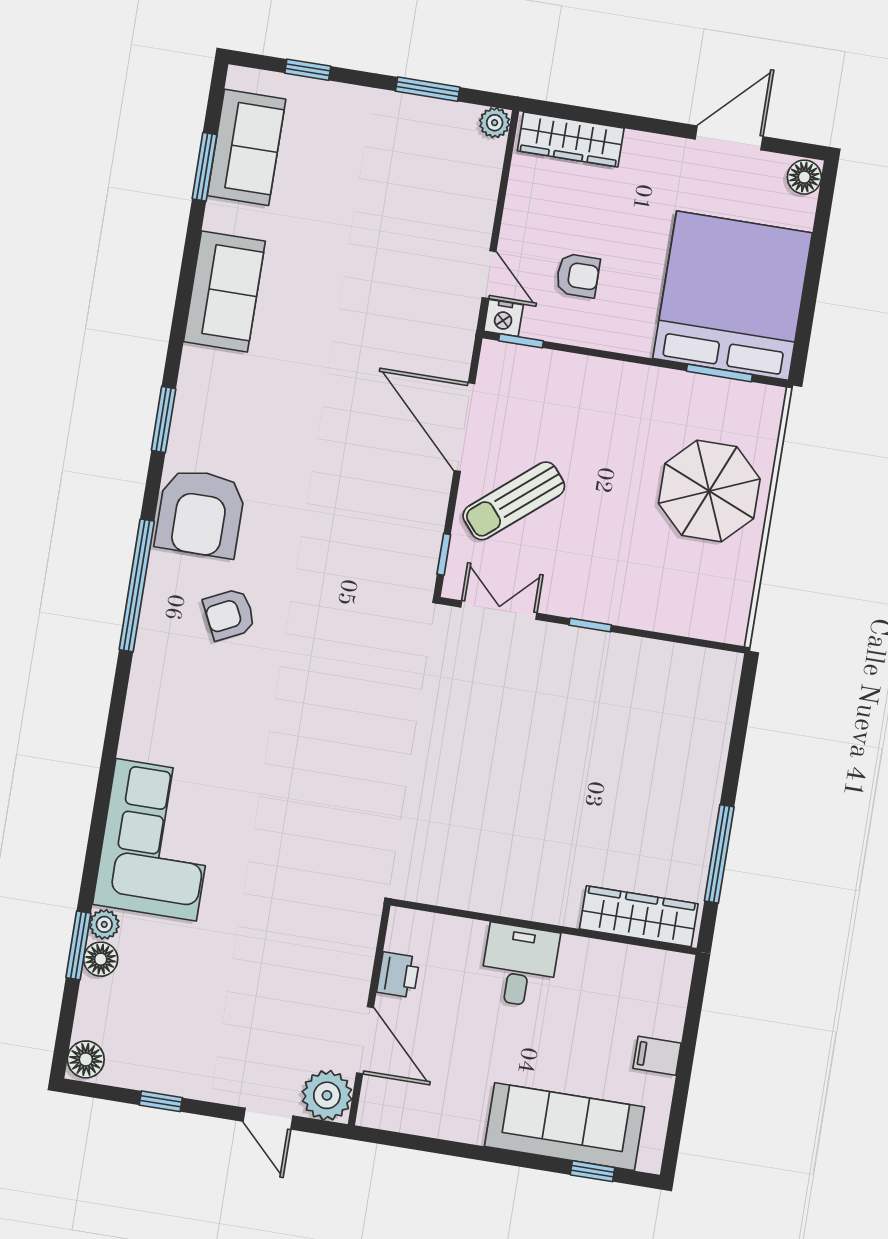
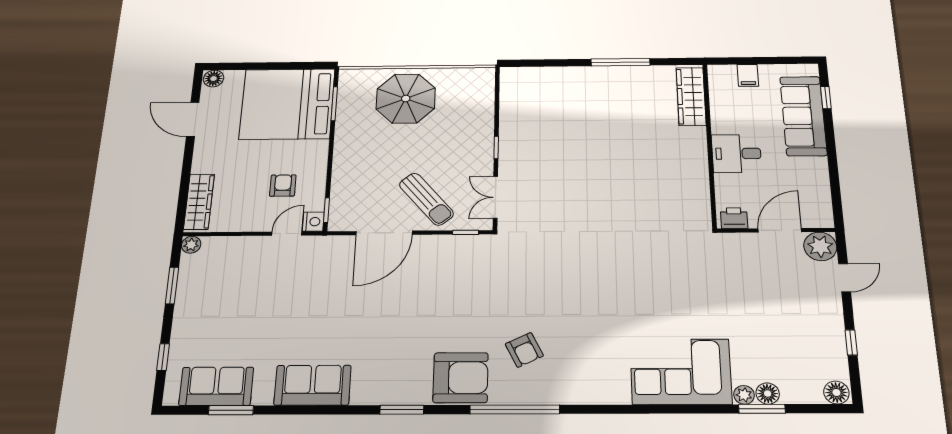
wardrobe: (639, 916) -> (691, 96), moved
wall: (544, 927) -> (710, 144), moved
desk: (519, 966) -> (736, 154), moved

